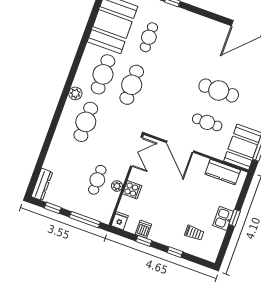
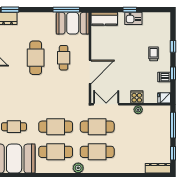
kitchen counter: (223, 172) -> (104, 19), moved, turned 90
cafe table: (97, 180) -> (97, 127), moved, width x1.37, depth x1.35
trolley: (194, 233) -> (154, 54), moved

